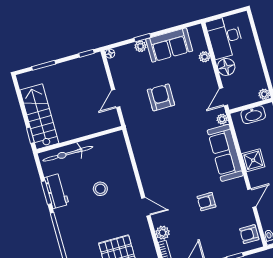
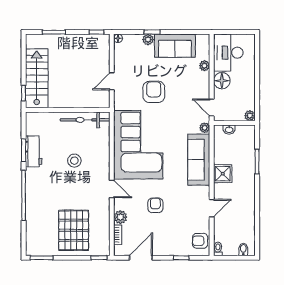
door: (224, 97) -> (212, 108), hinge flipped
washbasin: (253, 115) -> (229, 130), width x0.52, depth x0.69
bicycle: (68, 154) -> (85, 120), moved
corner sofa: (160, 155) -> (138, 145), added
armchair: (206, 202) -> (155, 205), moved, turned 90

